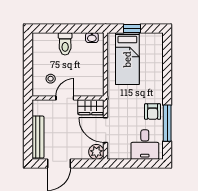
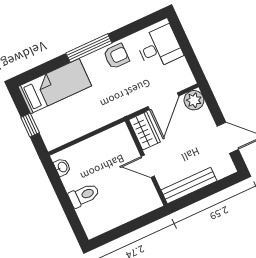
bed: (127, 59) -> (55, 86), moved
stool: (51, 79) -> (133, 193), removed
window: (167, 123) -> (89, 48), moved
bench: (38, 137) -> (189, 186), moved

